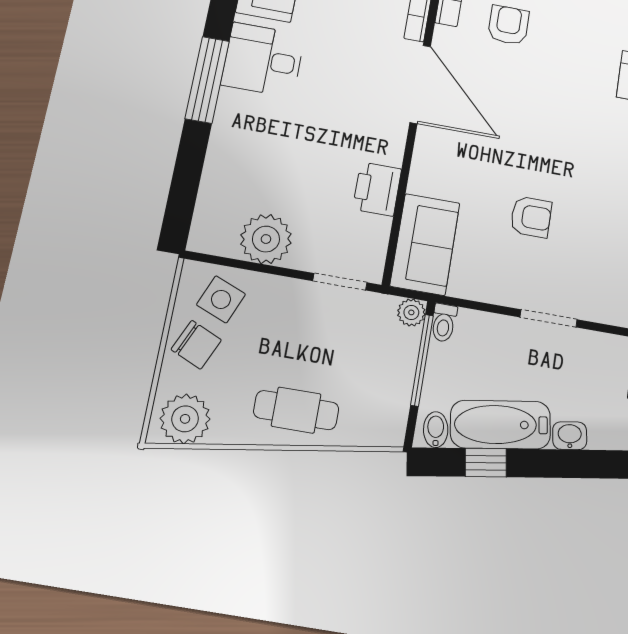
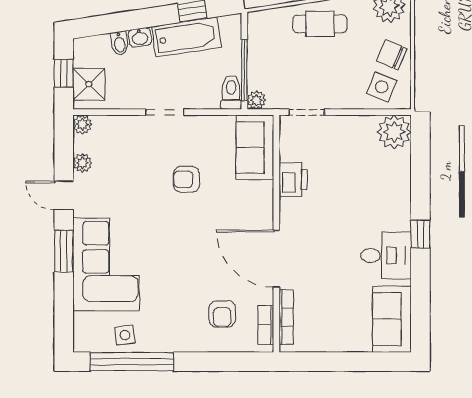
window: (207, 80) -> (420, 234), width x0.46
plant: (266, 239) -> (394, 132), moved
toilet: (444, 323) -> (231, 92), width x1.37, depth x1.39
bidet: (436, 430) -> (120, 43), moved

